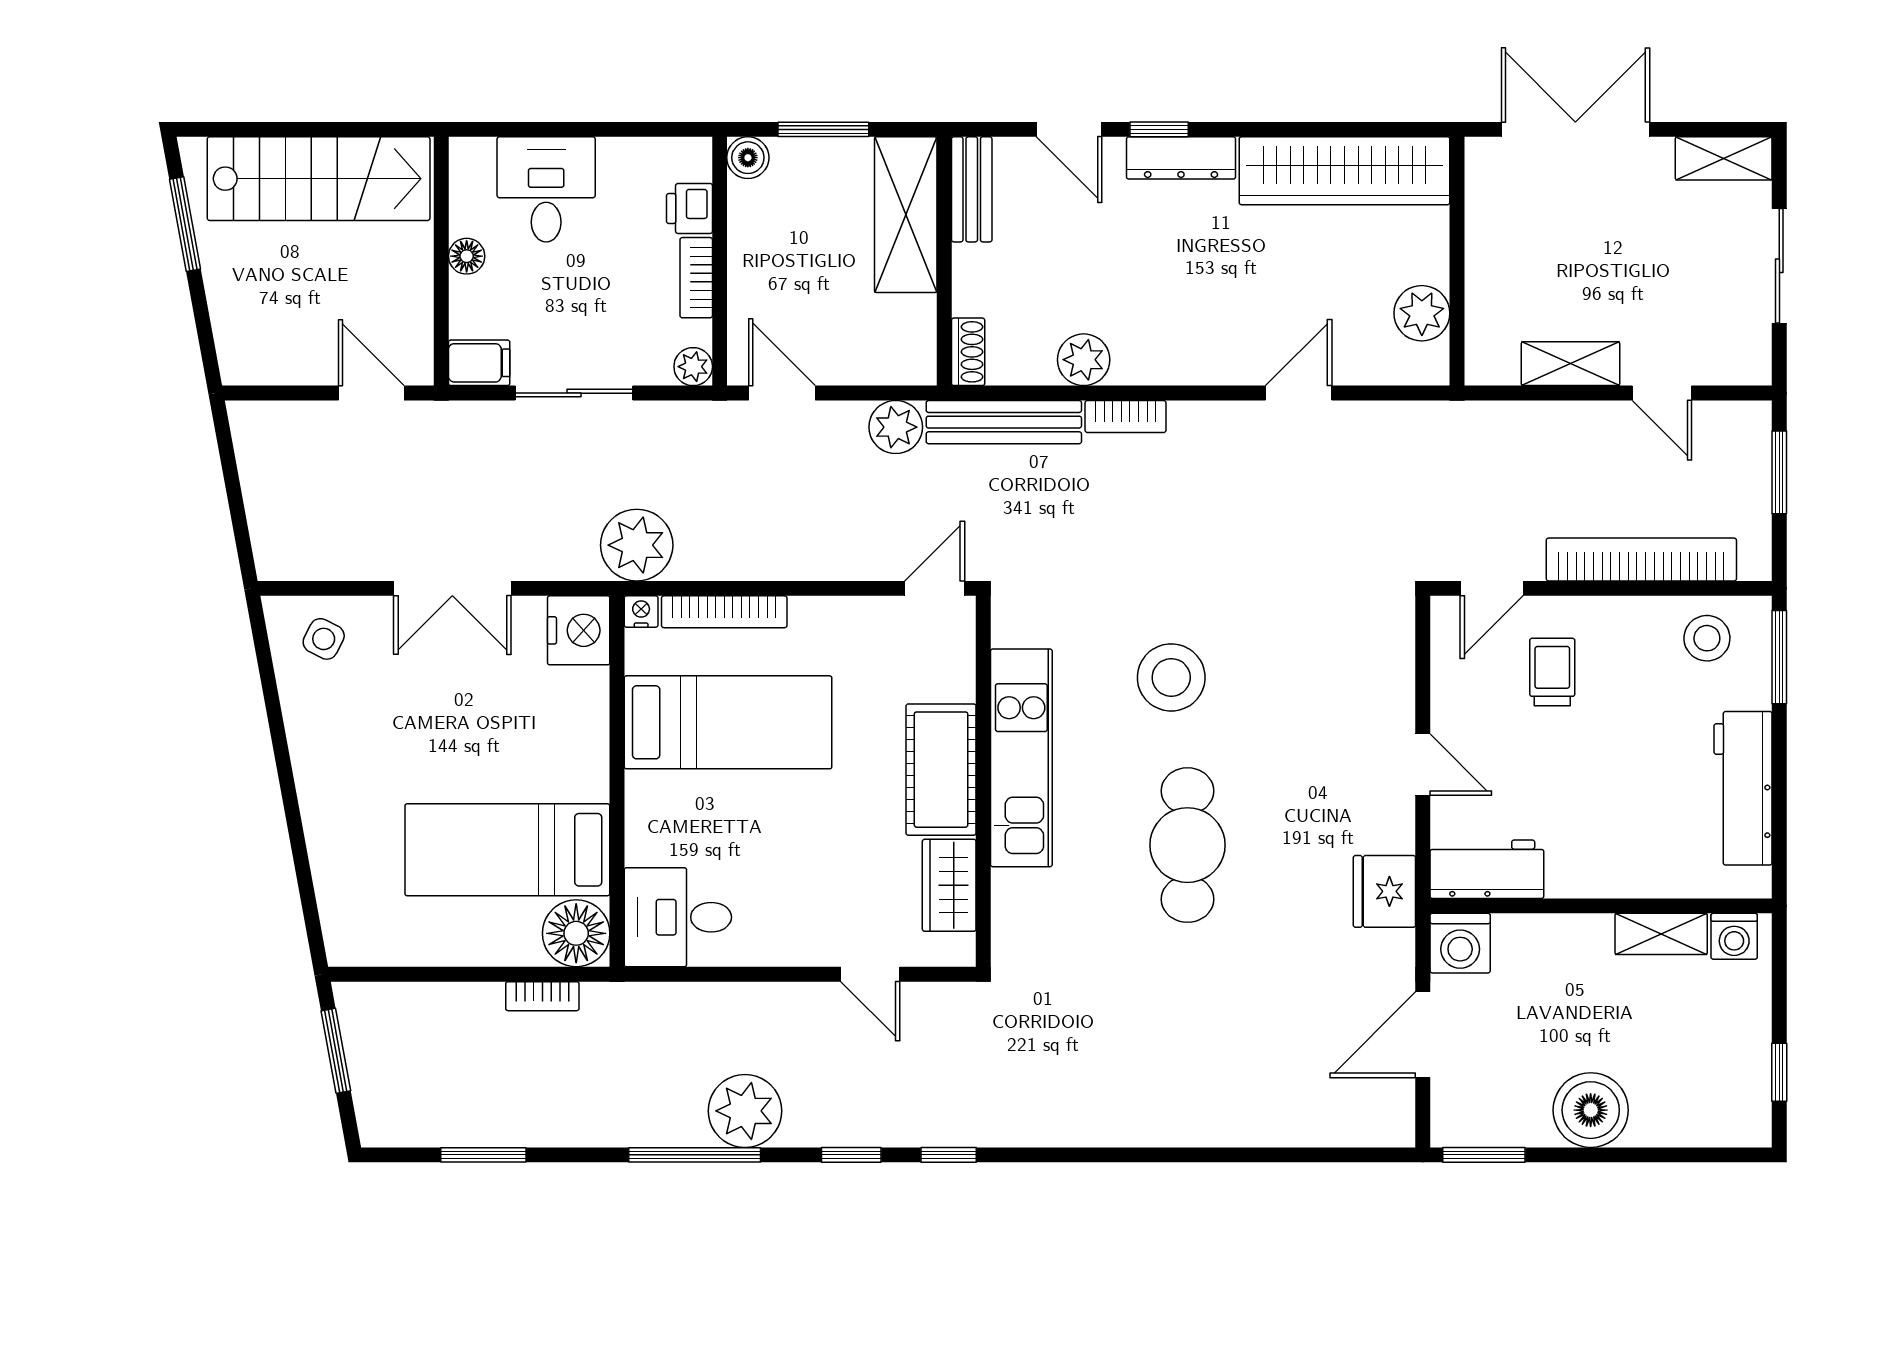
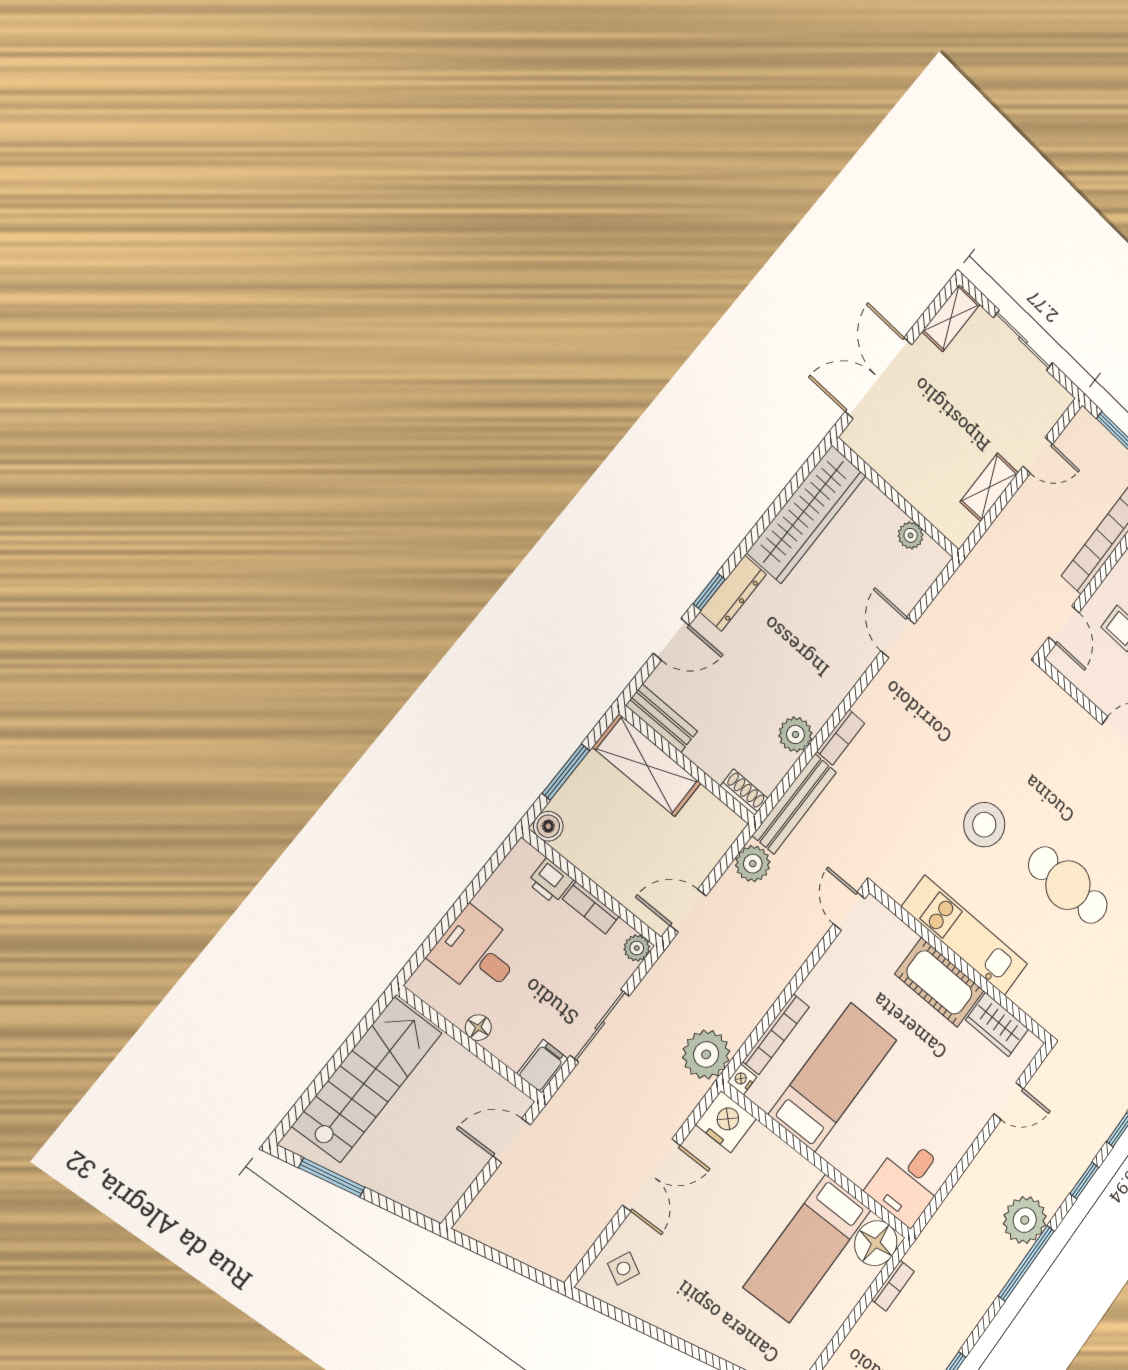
plant: (1422, 313) -> (911, 535), width x0.73, depth x0.73

